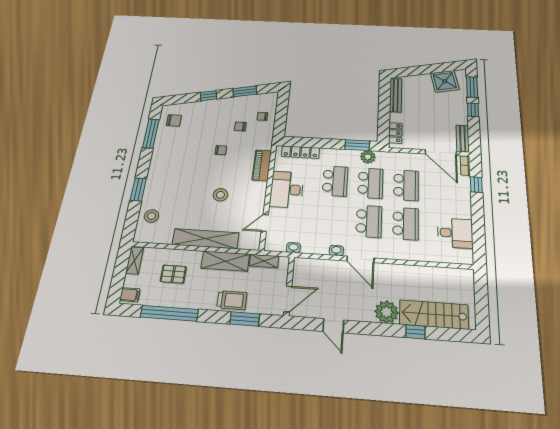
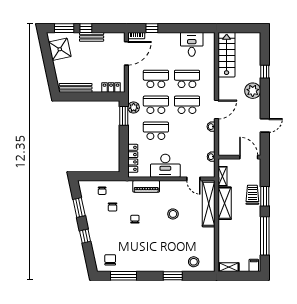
bench: (463, 139) -> (92, 37), moved
shelving: (206, 239) -> (209, 204), moved
pallet: (173, 274) -> (237, 238), removed
stairs: (434, 315) -> (227, 55), moved, turned 180
window: (245, 319) -> (265, 196), moved

